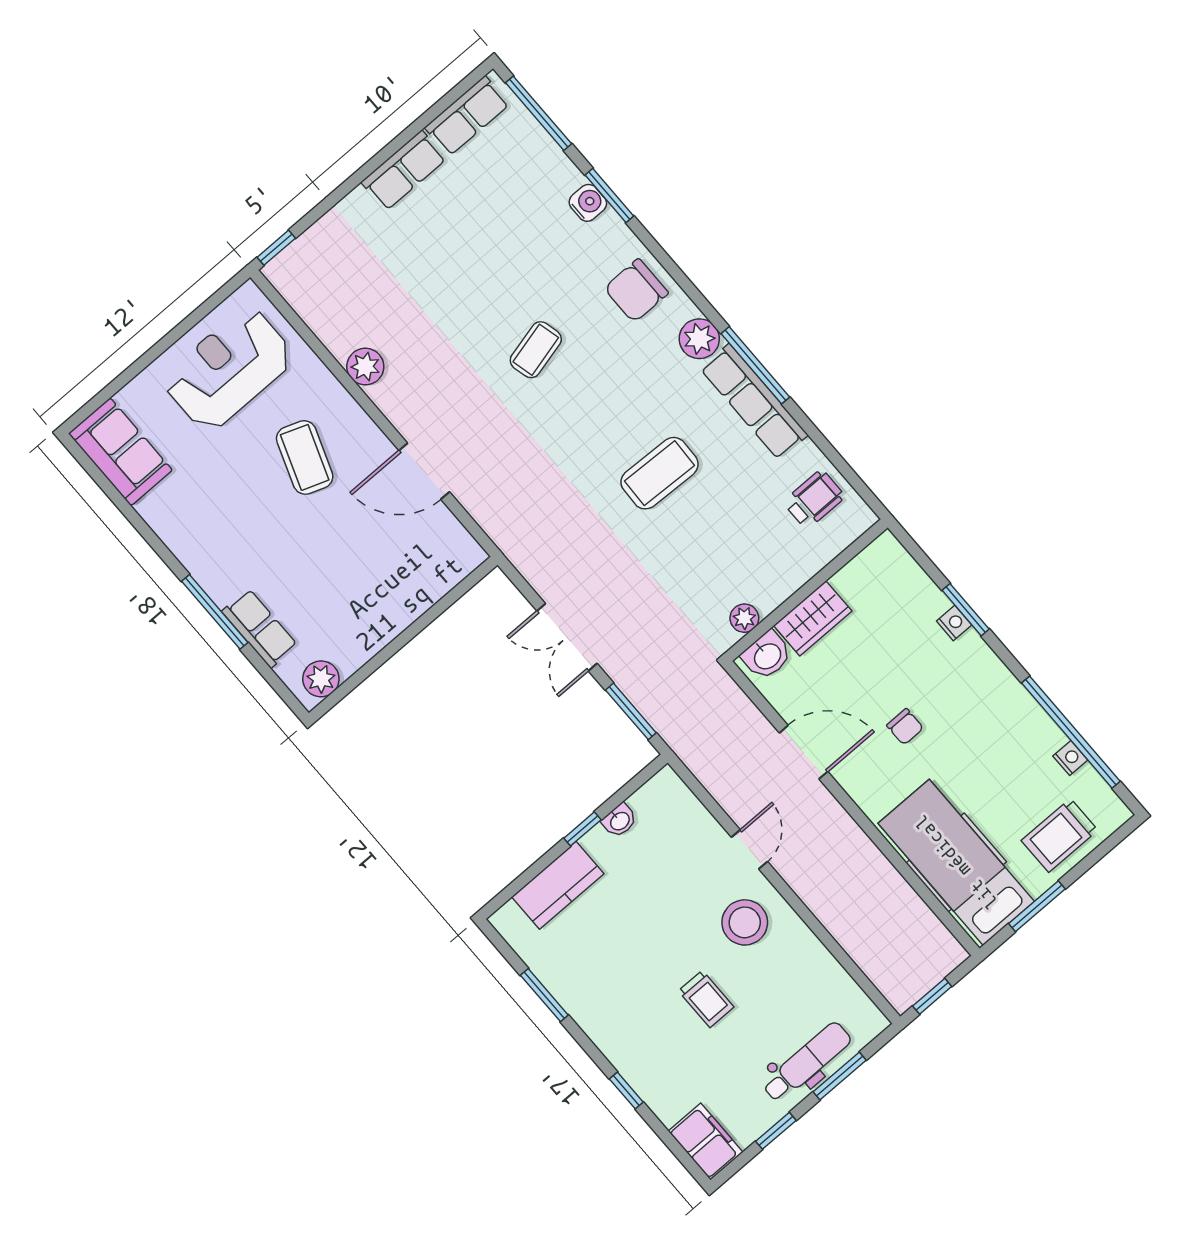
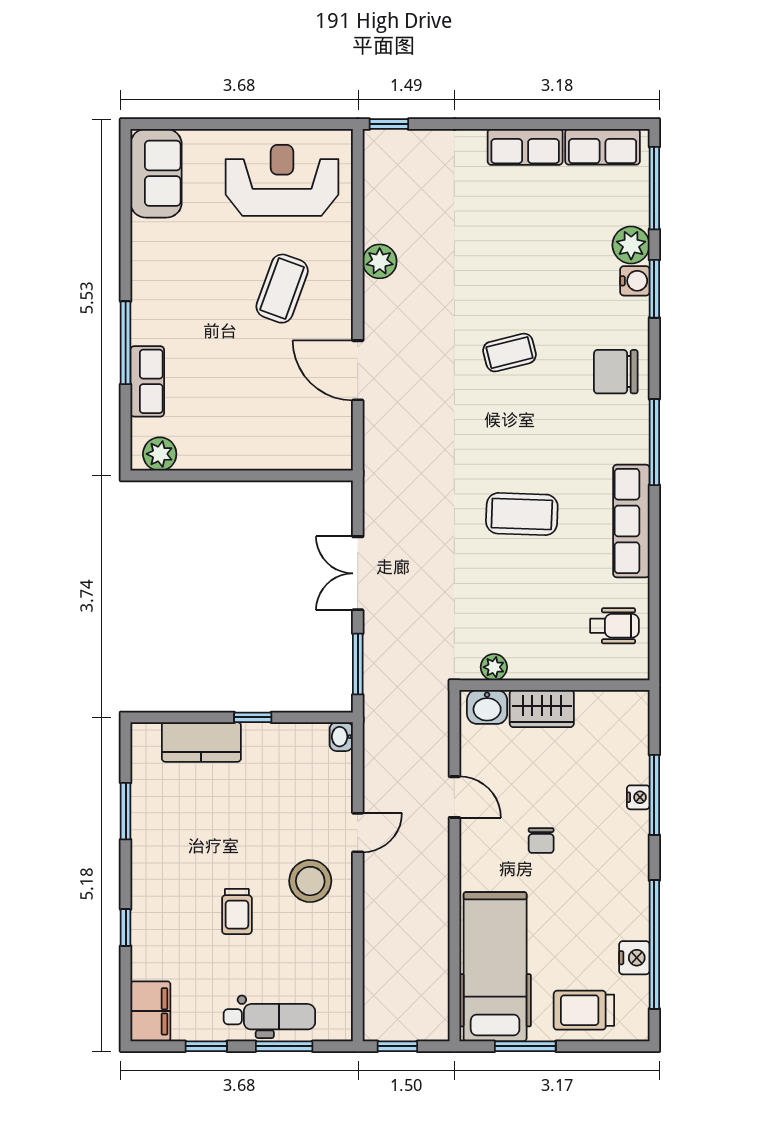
plant: (699, 339) -> (631, 245), moved
window: (755, 365) -> (654, 442), moved
window: (966, 610) -> (654, 795), width x1.44
door: (804, 752) -> (454, 797), width x0.73
nightstand: (1070, 758) -> (634, 958), width x1.39, depth x1.35
washbasin: (619, 821) -> (341, 737), moved, turned 90

